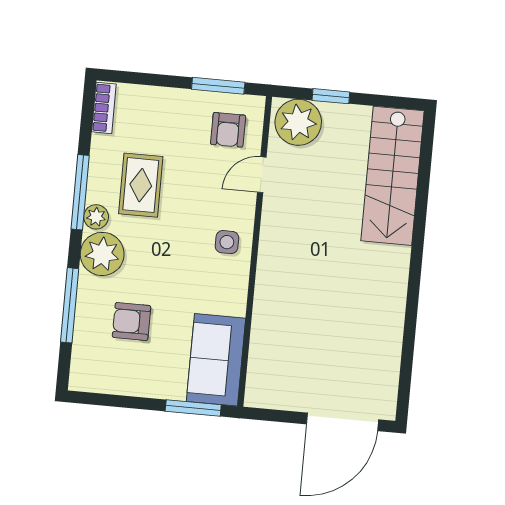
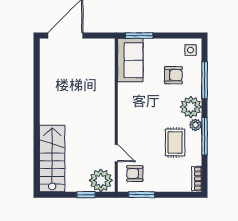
armchair: (228, 130) -> (135, 174), turned -90
door: (262, 175) -> (116, 153), hinge flipped
side table: (227, 242) -> (190, 50), moved

